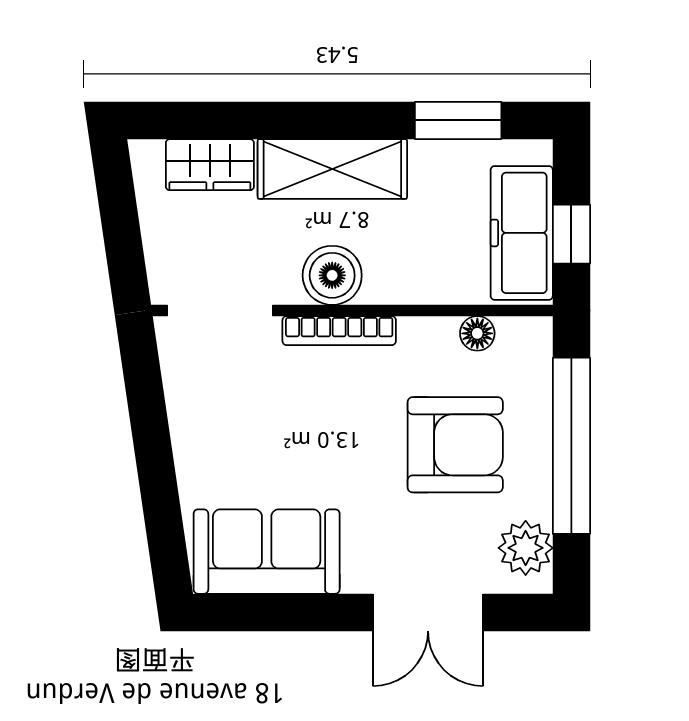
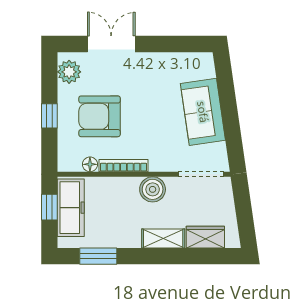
shelving: (332, 169) -> (163, 238), width x0.67, depth x0.75
bookcase: (339, 331) -> (123, 166), moved
window: (571, 446) -> (49, 116), width x0.32
sofa: (267, 552) -> (203, 112), moved, turned 82

